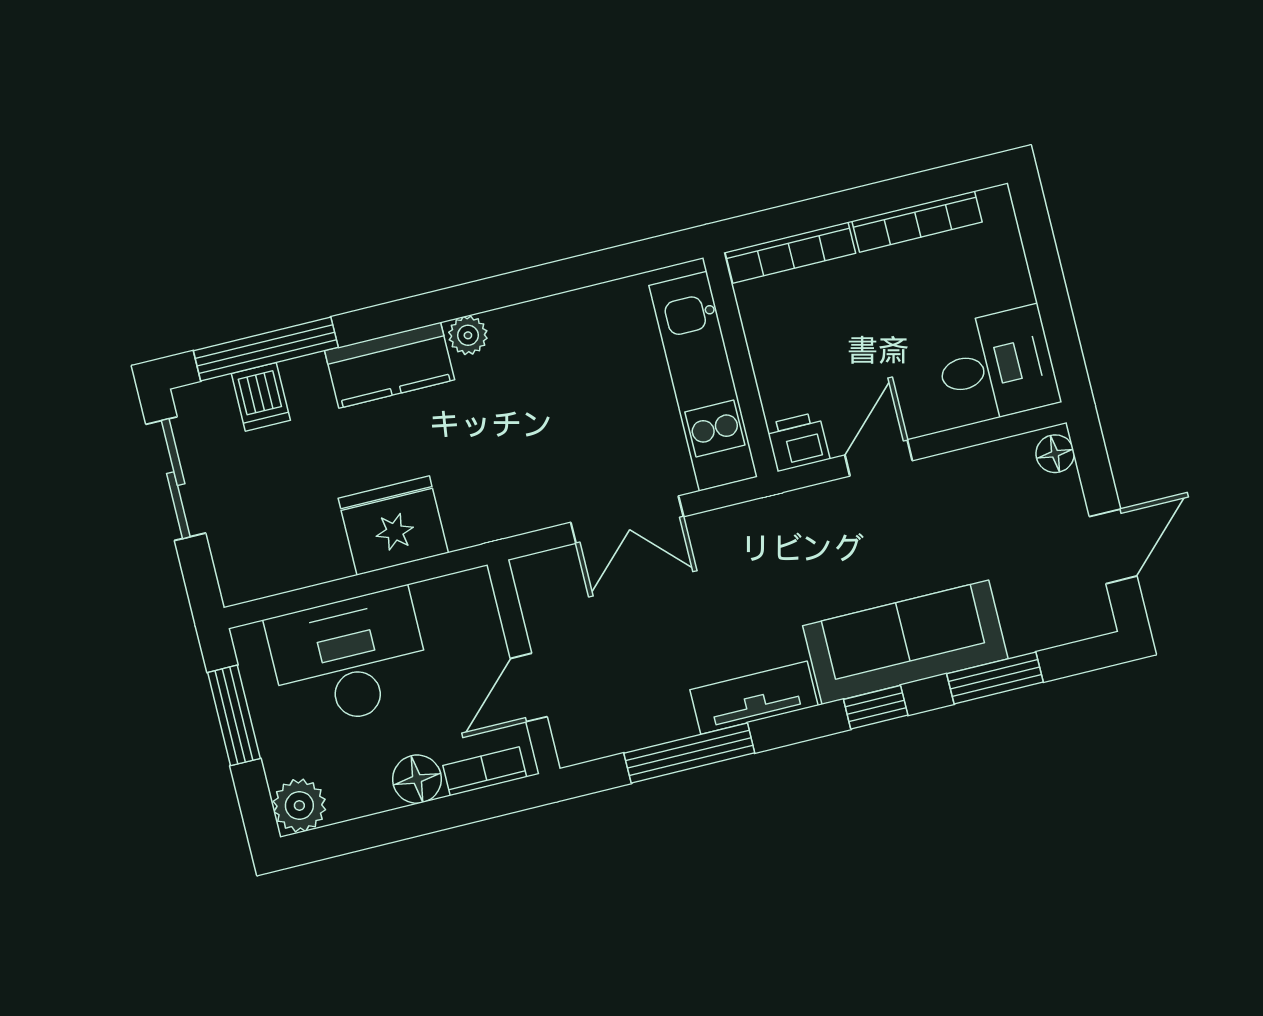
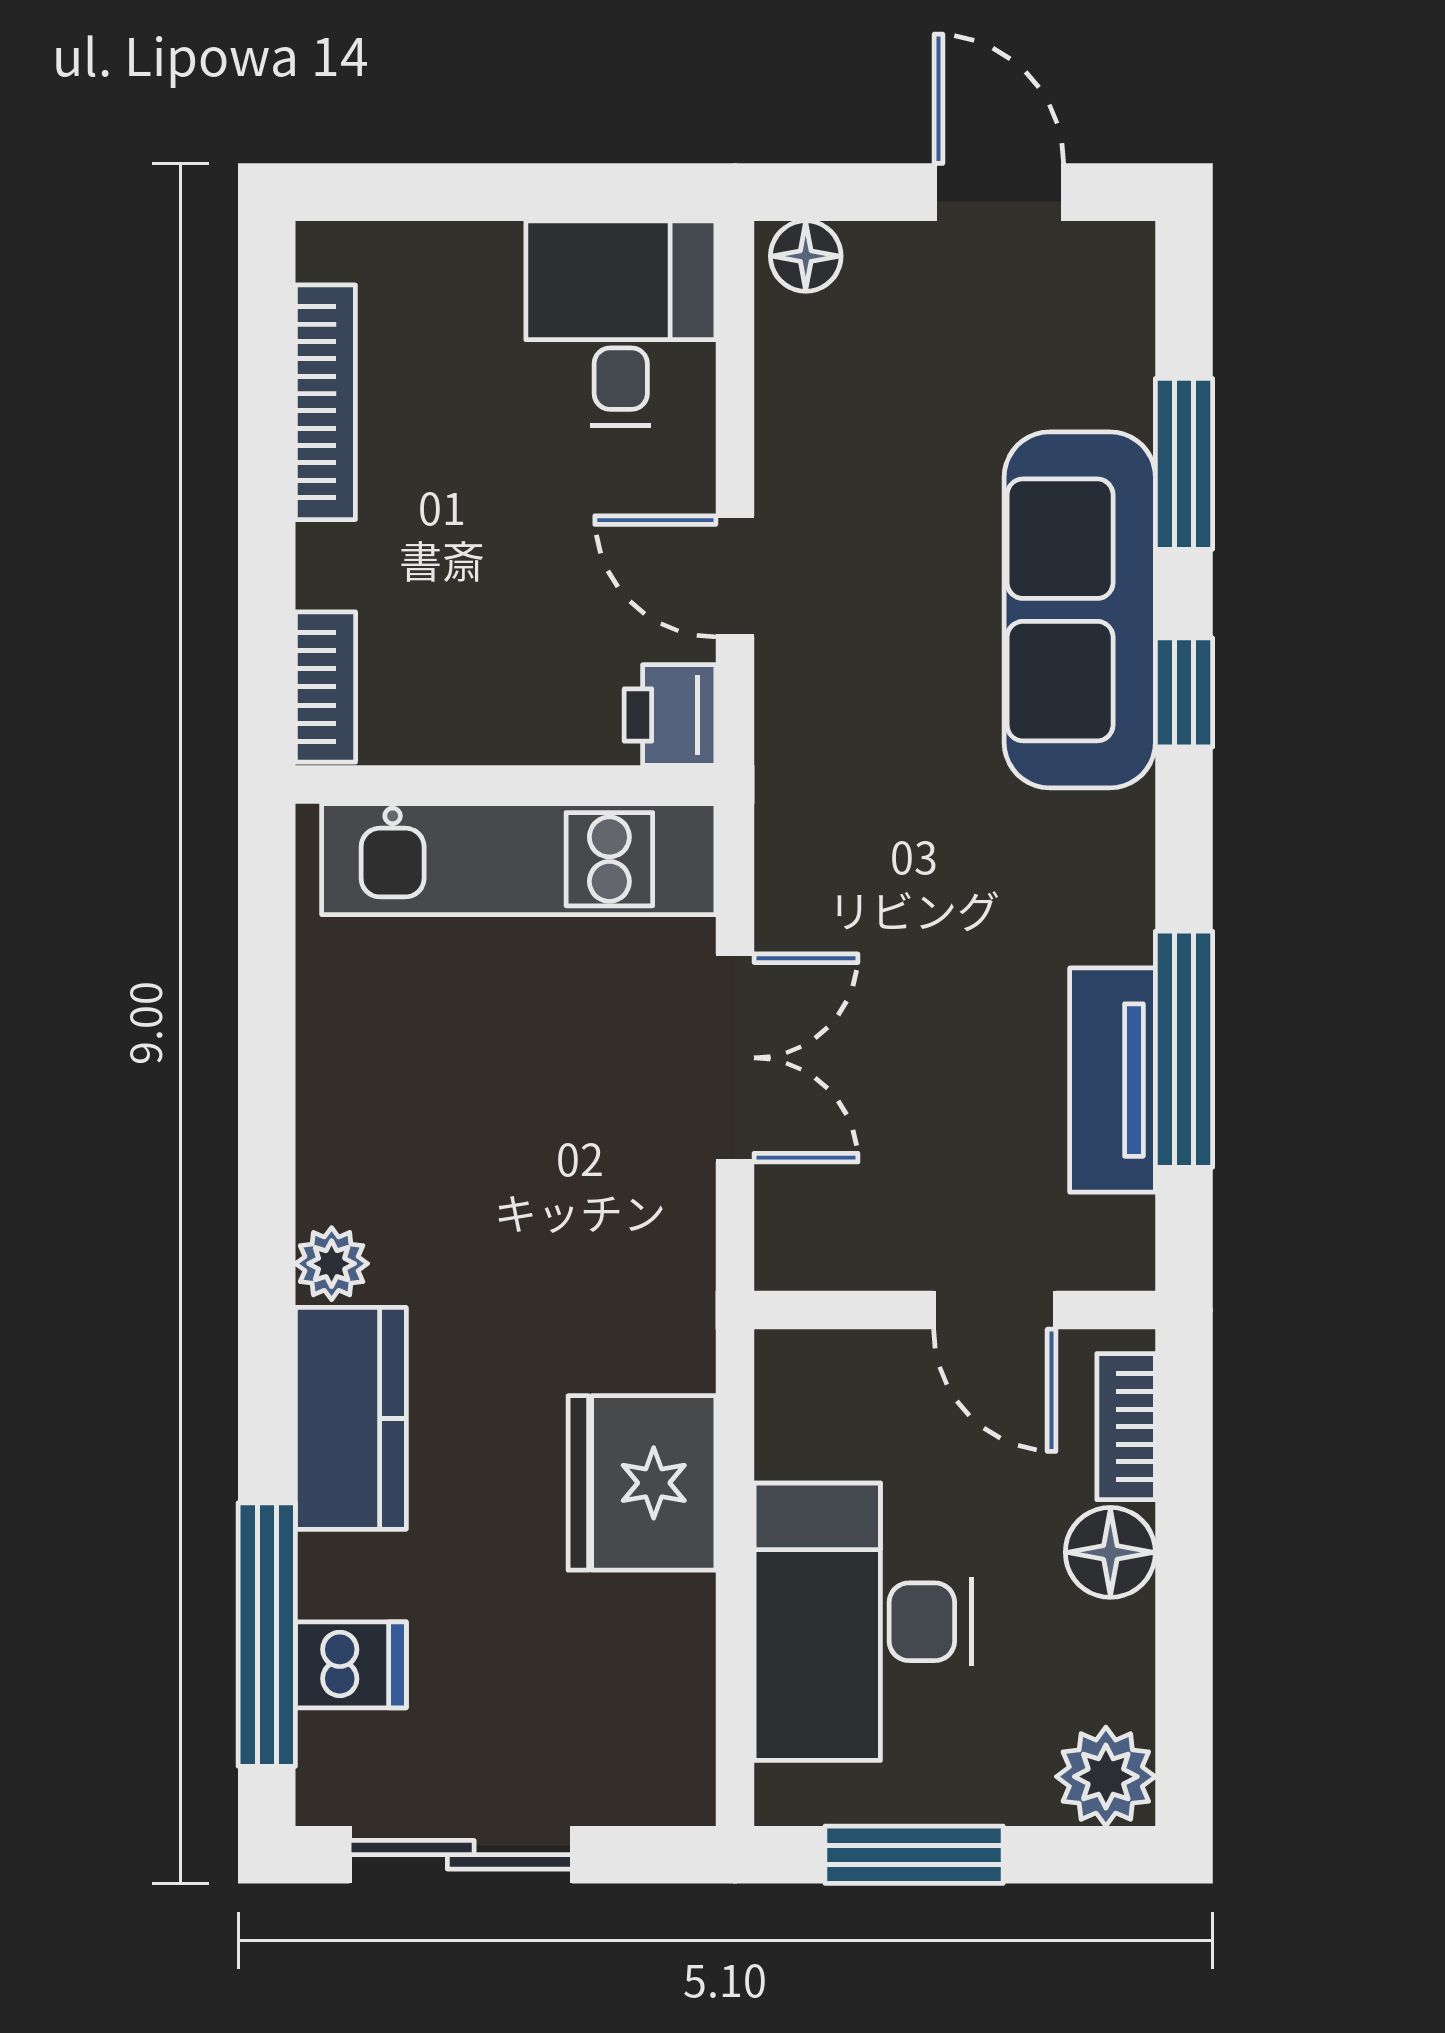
bookcase: (790, 253) -> (325, 687), width x0.64
tv unit: (754, 698) -> (1113, 1080), moved

